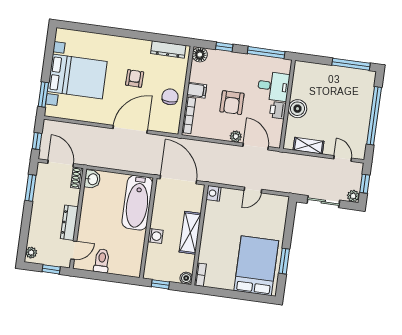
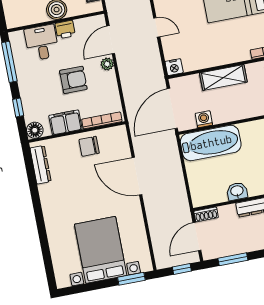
armchair: (135, 78) -> (83, 190), removed
filing cabinet: (197, 90) -> (65, 122), width x2.00
washbasin: (92, 179) -> (237, 191), moved
washing machine: (155, 236) -> (204, 119), moved

